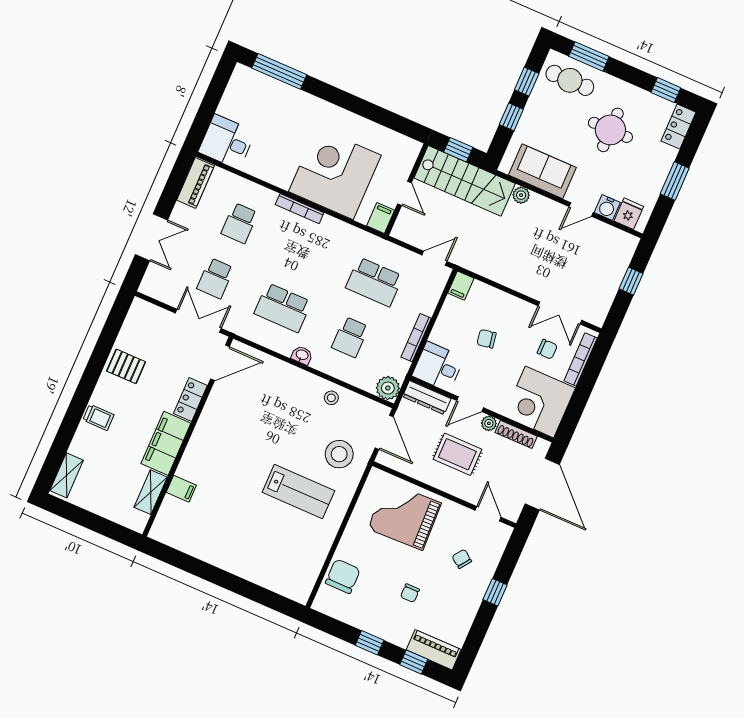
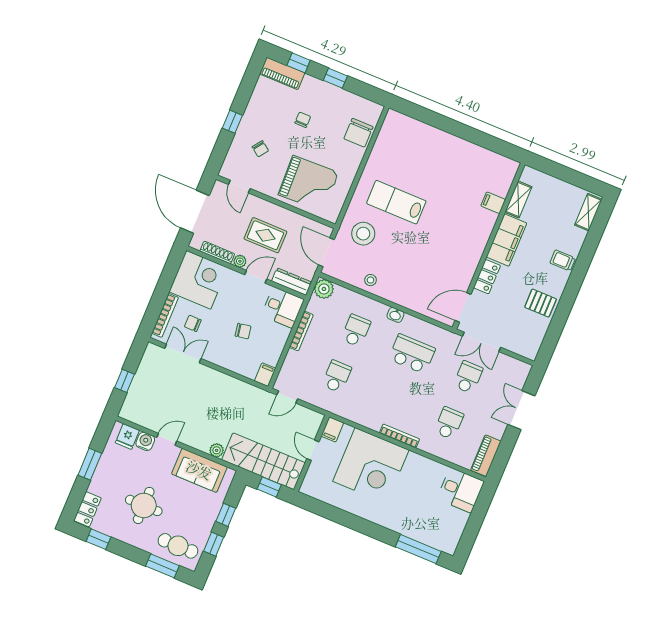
school desk: (374, 282) -> (337, 376), width x0.54

